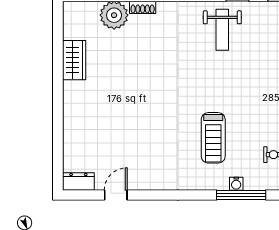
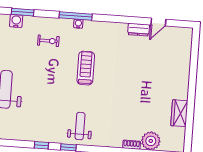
treadmill: (213, 138) -> (86, 68), moved
dresser: (78, 181) -> (139, 30), moved

